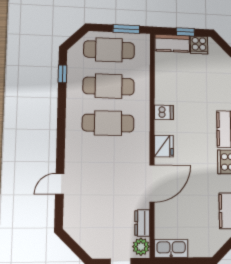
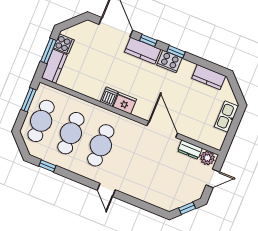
window: (185, 32) -> (49, 51), width x1.50
fridge: (164, 146) -> (125, 103), moved
door: (60, 184) -> (106, 190), moved
window: (75, 248) -> (187, 208), added
kitchen sink: (171, 249) -> (226, 117), moved

